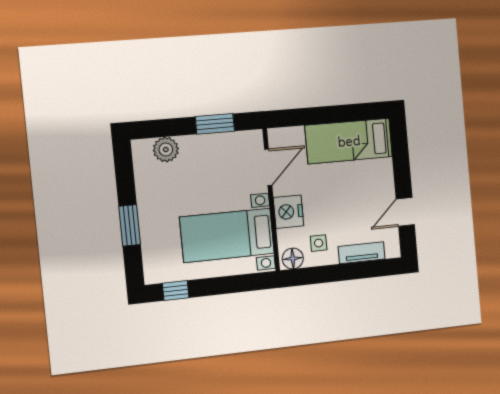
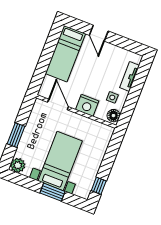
window: (215, 124) -> (16, 135), moved
plant: (166, 150) -> (18, 165), moved
door: (405, 212) -> (99, 33), moved
bed with nightstands: (227, 235) -> (60, 161), moved, turned 180

